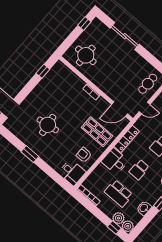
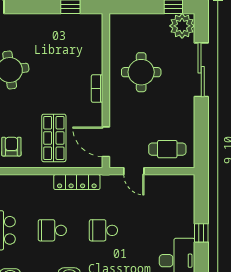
plant: (97, 27) -> (182, 26), added
round table: (86, 55) -> (141, 72), moved
desk: (115, 161) -> (37, 192), removed

